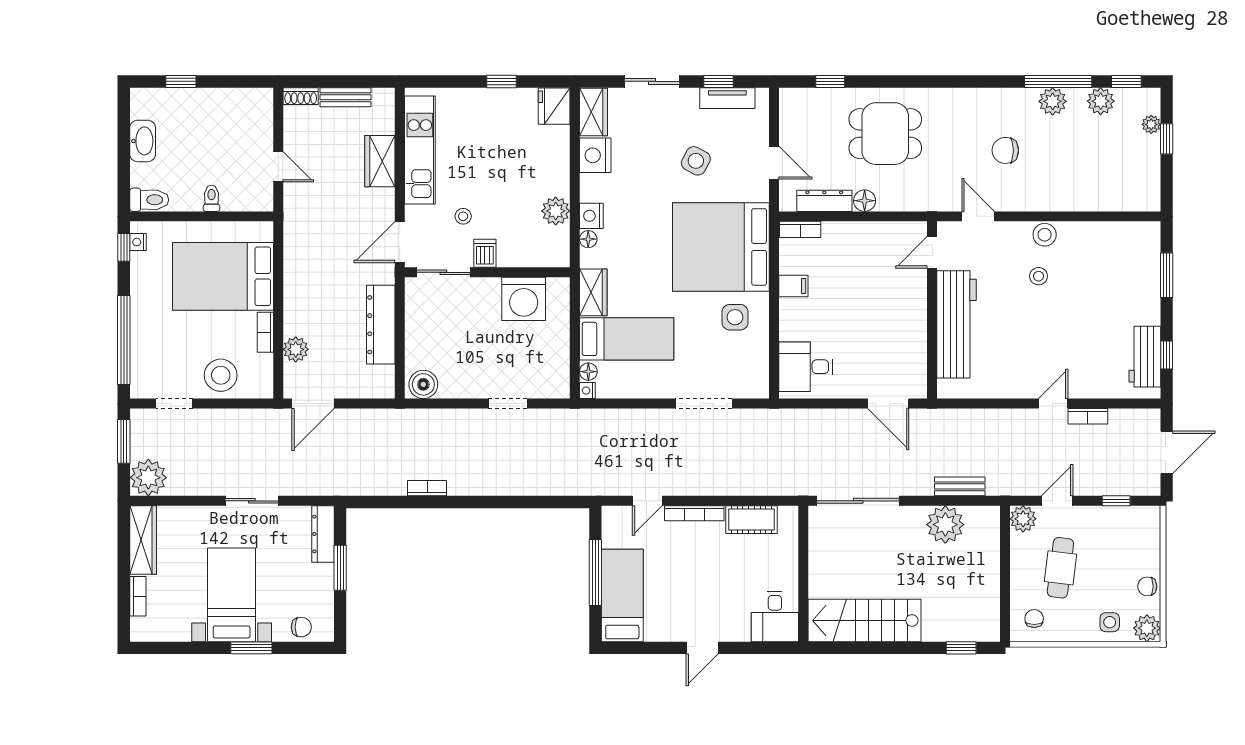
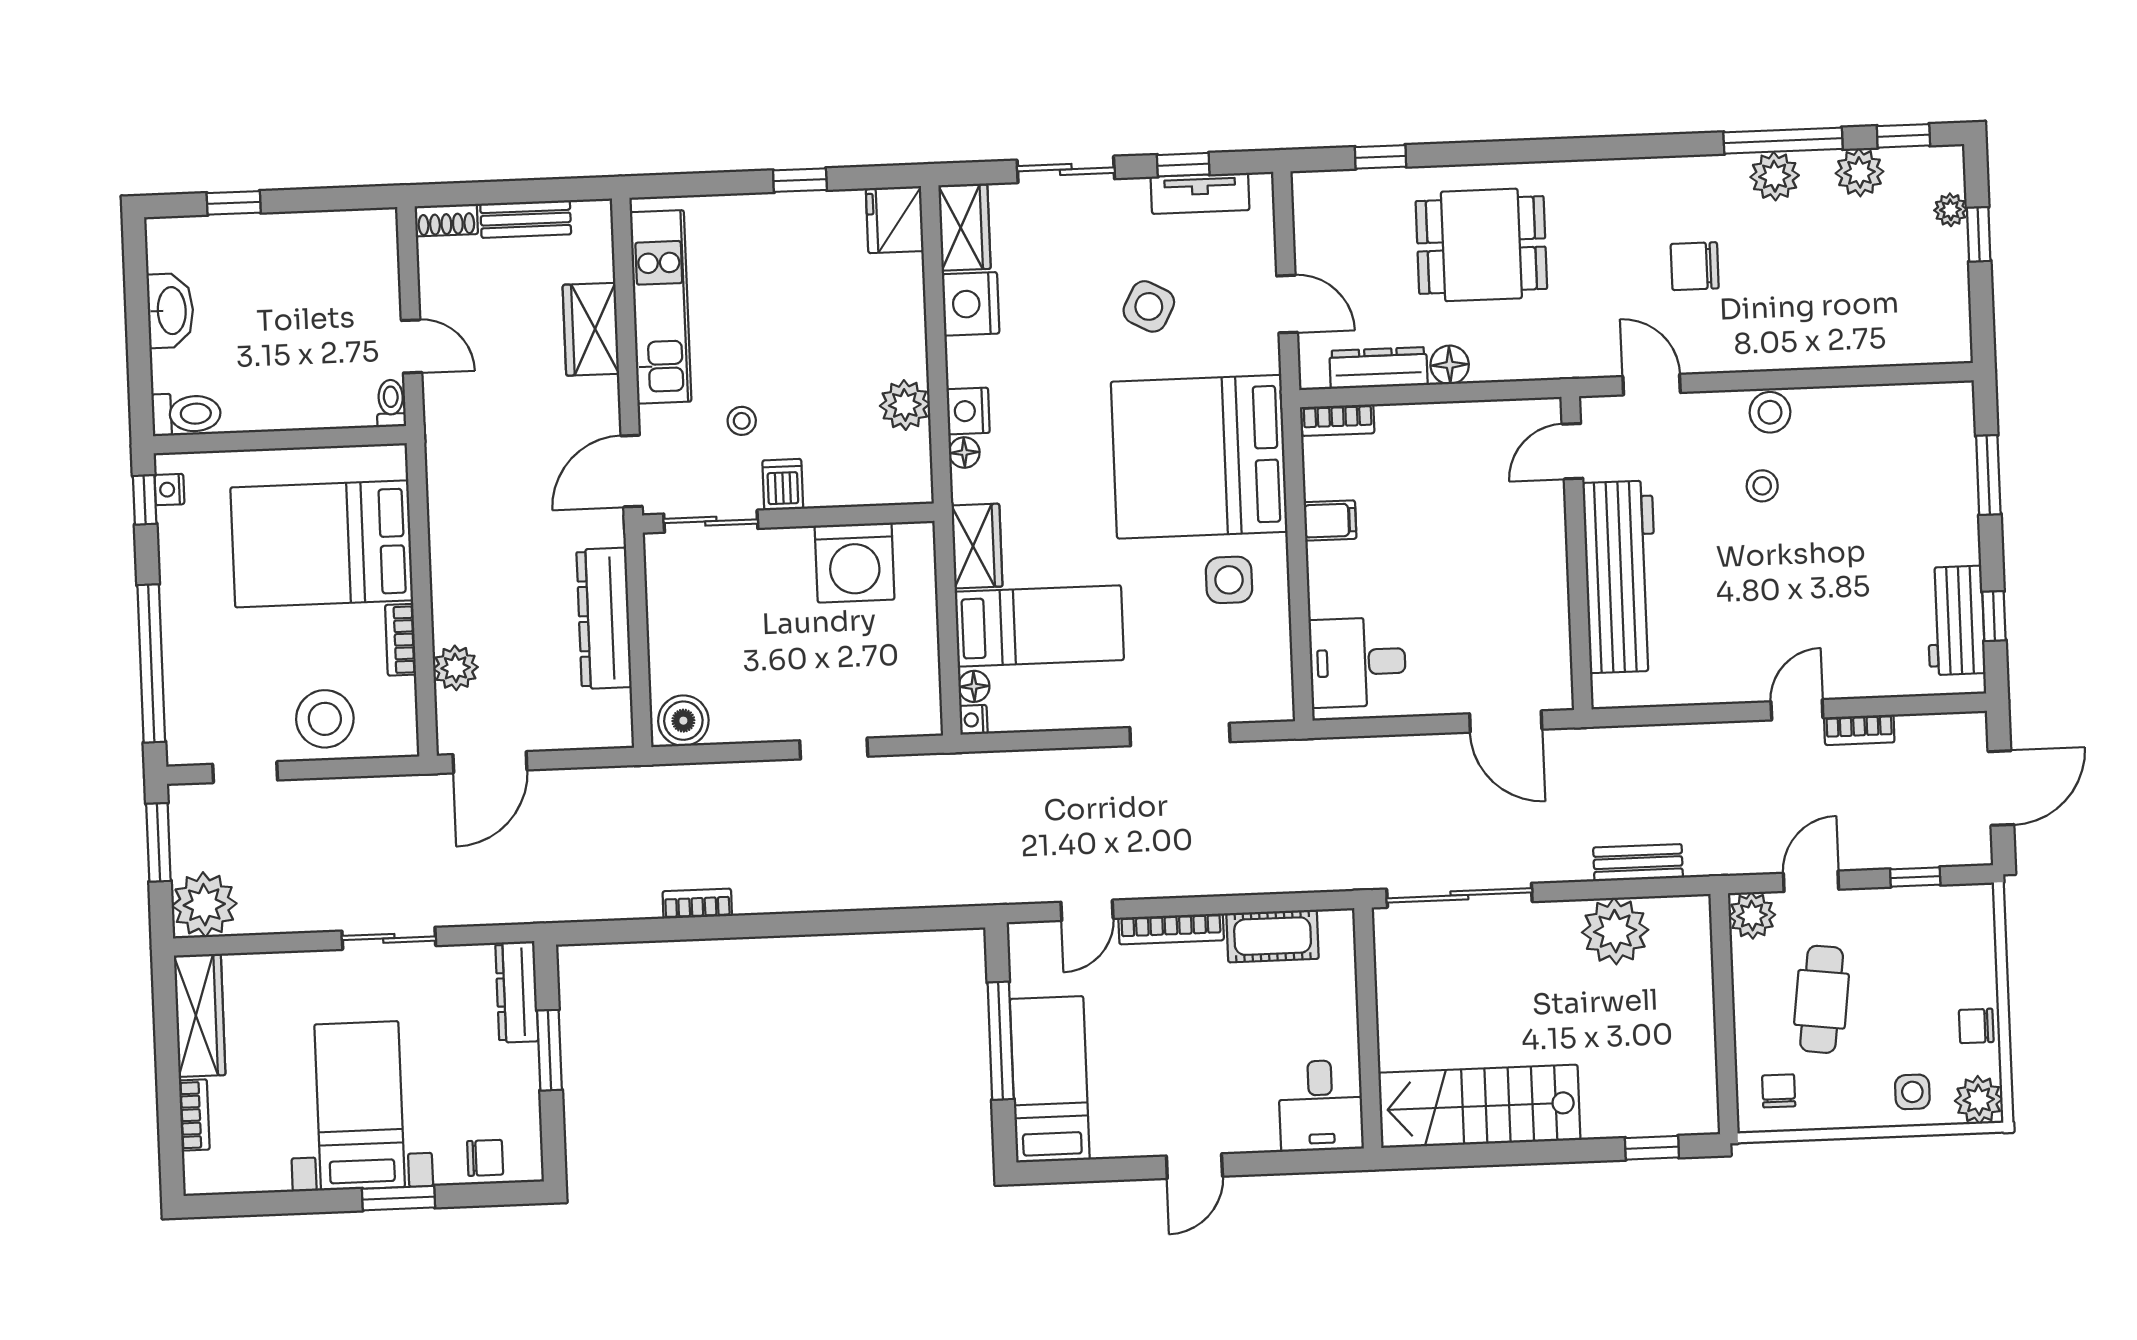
toilet: (212, 198) -> (391, 403), moved

